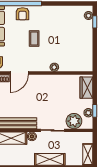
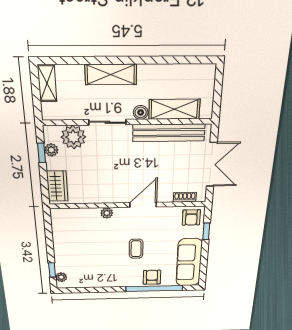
door: (19, 73) -> (143, 205), moved

